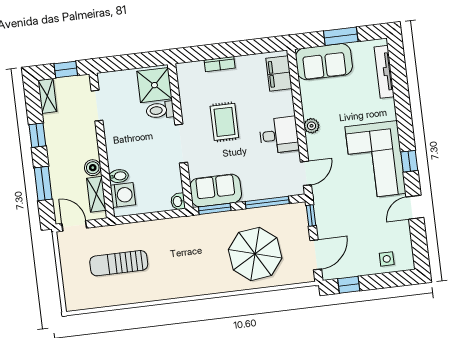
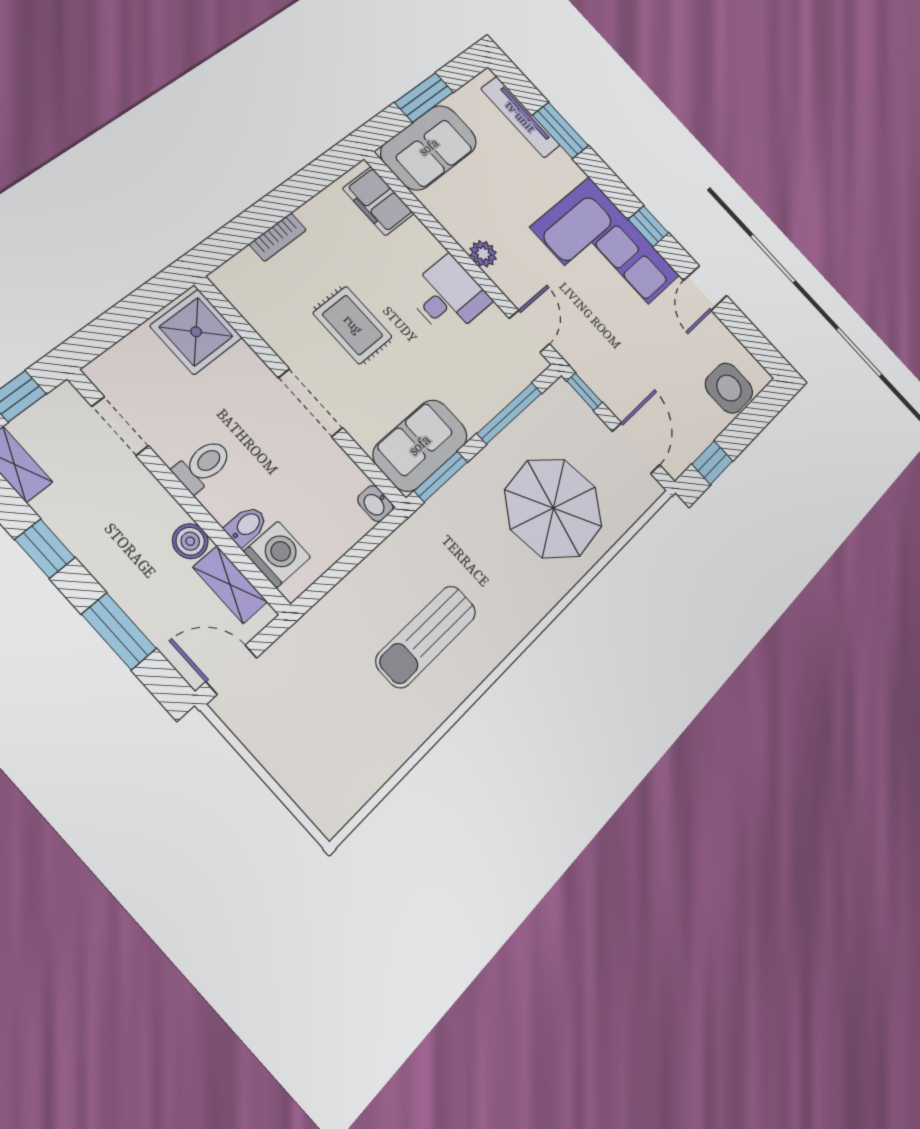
window: (401, 90) -> (560, 130), added
toilet: (160, 110) -> (203, 465), moved, turned 180
side table: (387, 259) -> (729, 388), width x1.87, depth x1.87
sun lounger: (119, 263) -> (426, 636), moved

